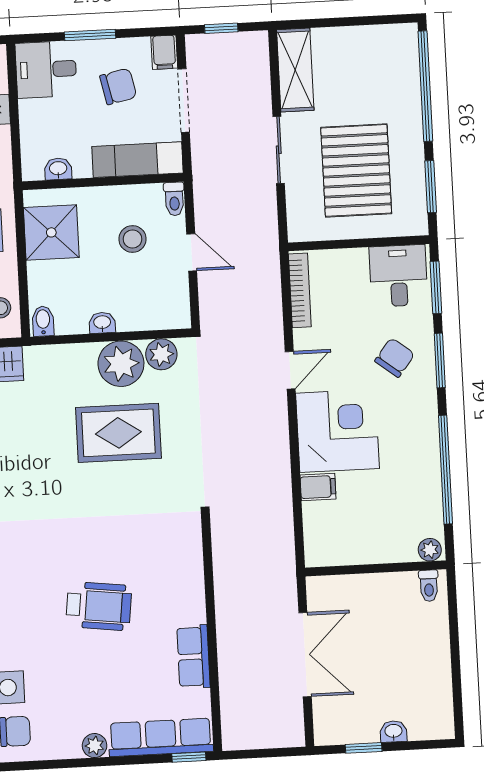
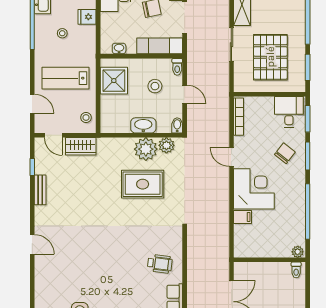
bidet: (43, 321) -> (177, 125), moved
washbasin: (102, 323) -> (143, 125), width x1.91, depth x1.45
door: (290, 370) -> (231, 157), swing flipped
wheelchair: (99, 606) -> (160, 264), moved, width x0.73, depth x0.73

